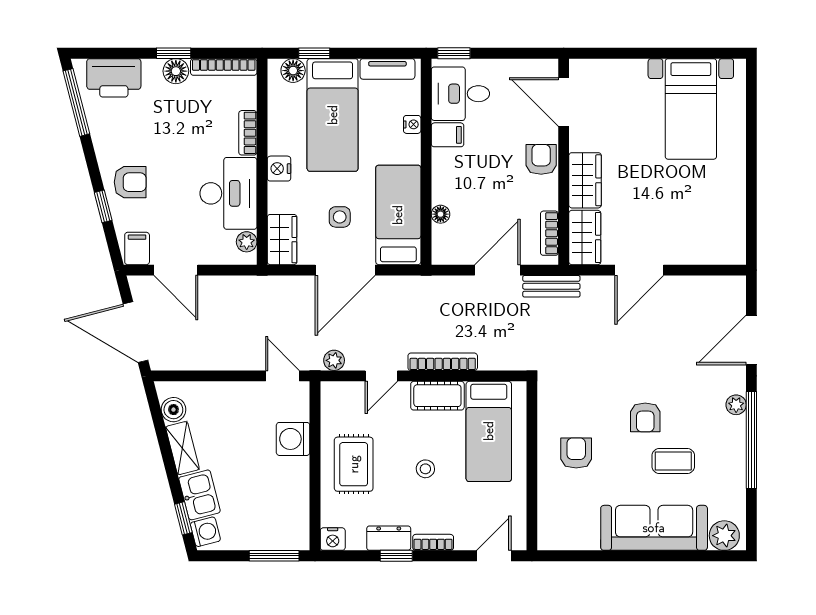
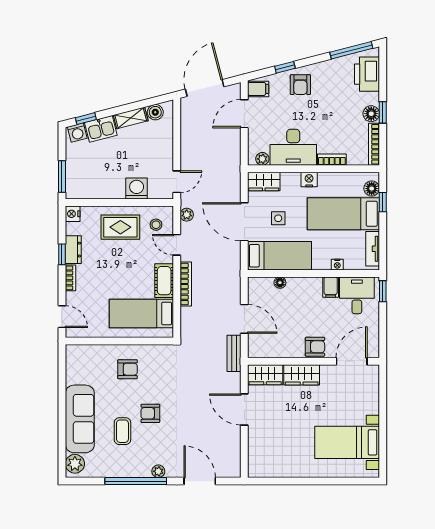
bookcase: (549, 233) -> (268, 352), removed
stool: (425, 469) -> (156, 225), moved

